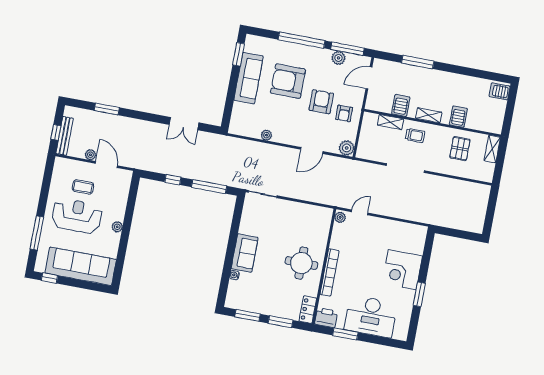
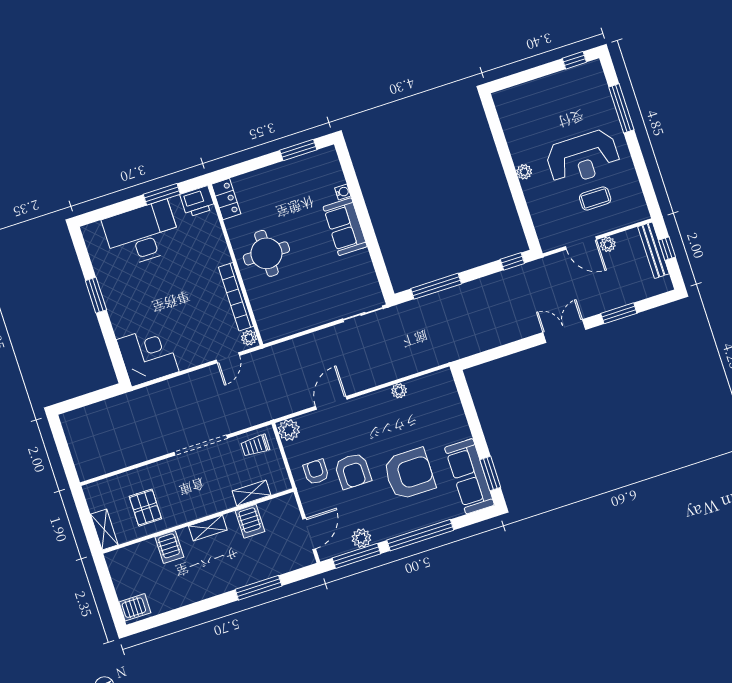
sofa: (249, 78) -> (469, 476), moved
double door: (184, 124) -> (564, 331), moved
trolley: (415, 135) -> (255, 446), moved
window: (173, 180) -> (512, 261), moved
sofa: (81, 266) -> (543, 97), removed
corner desk: (402, 270) -> (148, 356), moved
bookcase: (330, 272) -> (236, 297), moved
window: (281, 322) -> (252, 165), removed

